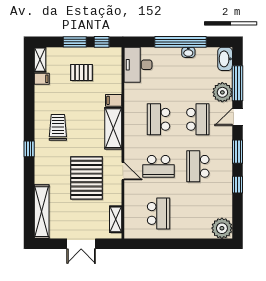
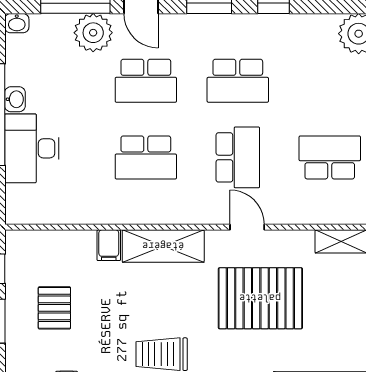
washbasin: (225, 59) -> (17, 23), width x0.52, depth x0.69
desk: (138, 65) -> (32, 148), moved, turned 90
school desk: (198, 119) -> (146, 81), turned 180
door: (123, 171) -> (247, 227), hinge flipped

